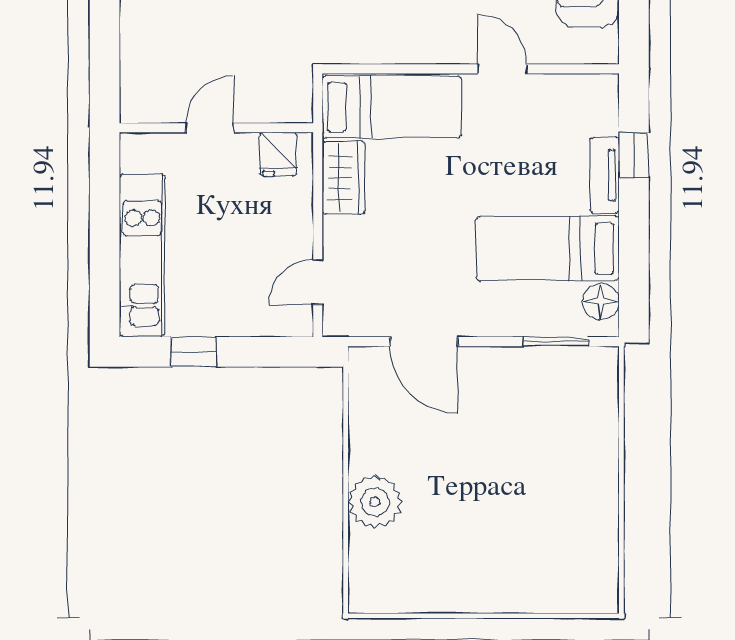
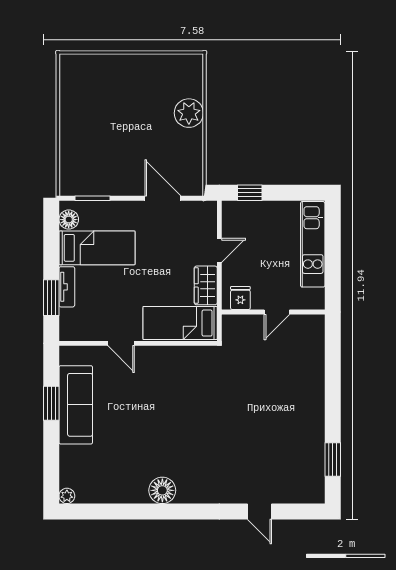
window: (634, 155) -> (51, 298), width x1.50
door: (318, 282) -> (219, 250), moved
window: (193, 352) -> (250, 193), moved

